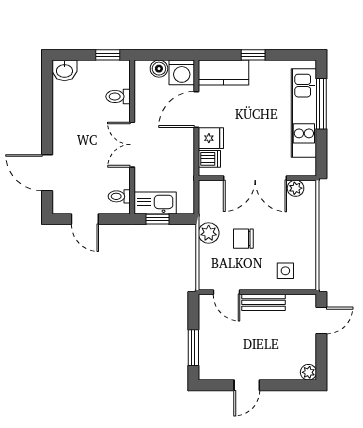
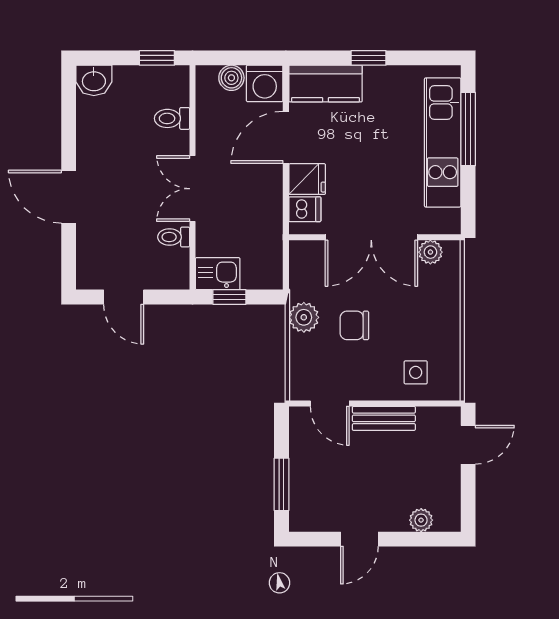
door: (47, 173) -> (69, 197), moved
toilet: (119, 196) -> (174, 237), moved
kitchen sink: (155, 203) -> (218, 274), width x0.73
plant: (308, 372) -> (421, 520), moved

